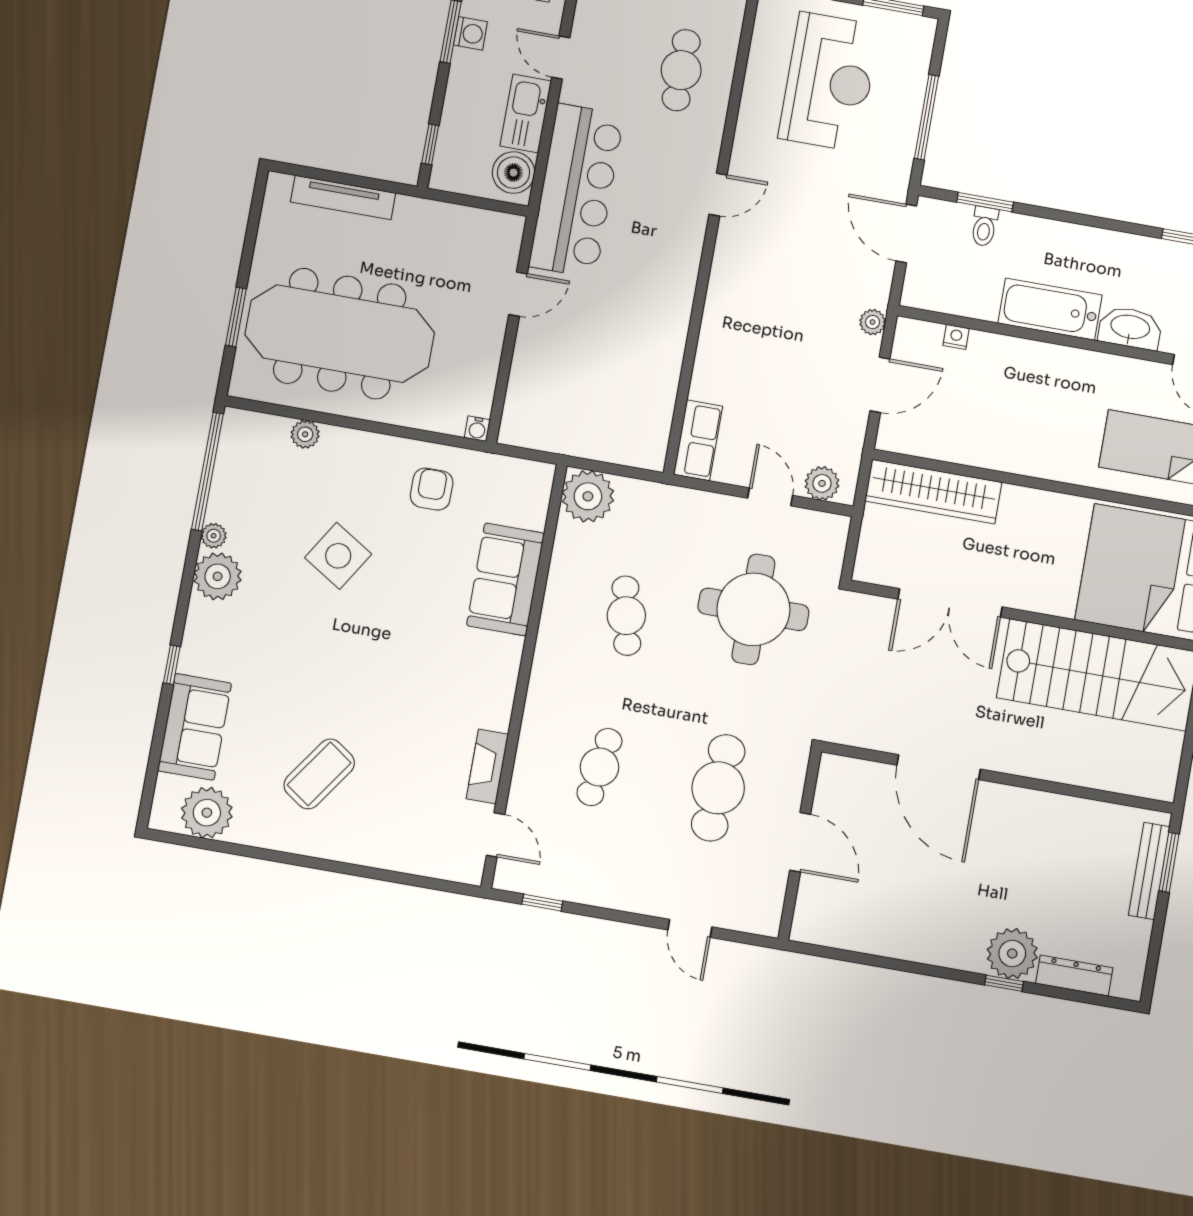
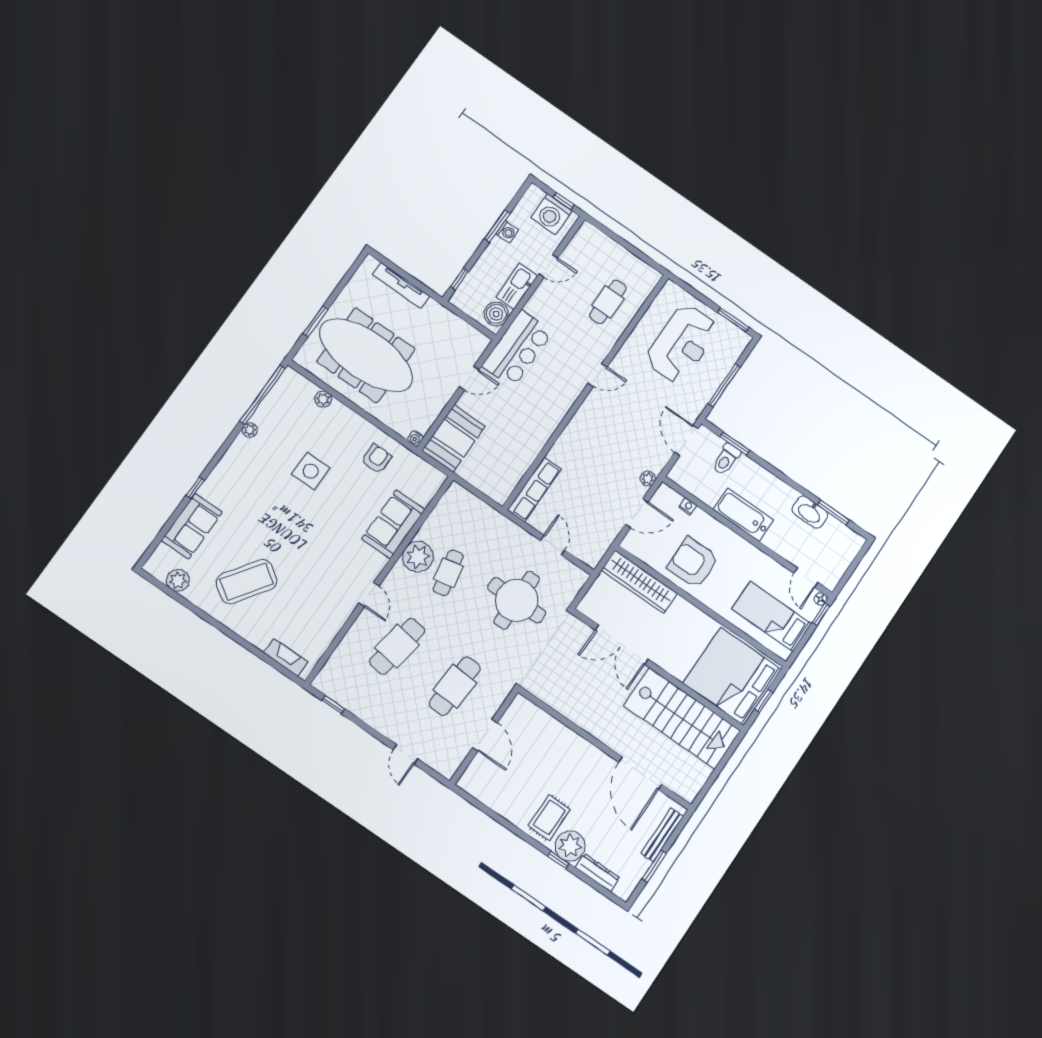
door: (561, 57) -> (548, 266), swing flipped
bar counter: (576, 191) -> (517, 349), width x0.73
toilet: (984, 226) -> (726, 459), width x1.37, depth x1.39
washbasin: (1130, 328) -> (810, 512), moved, turned 180
booth: (537, 401) -> (454, 438), added
armchair: (1005, 422) -> (693, 563), added
row of seats: (698, 440) -> (534, 489), width x1.48
plant: (822, 483) -> (583, 551), removed
plant: (588, 496) -> (418, 557), moved
side table: (338, 556) -> (311, 471), turned -32
plant: (218, 576) -> (242, 452), removed
fireplace: (487, 766) -> (286, 657), moved, turned 90
cafe table: (599, 767) -> (397, 646), width x1.37, depth x1.35
door: (939, 767) -> (640, 773), moved
coffee table: (319, 774) -> (247, 582), width x1.36, depth x1.32
plant: (207, 813) -> (178, 580), width x0.73, depth x0.73
door: (496, 835) -> (369, 594), moved
window: (1169, 862) -> (654, 866), moved
rug: (959, 925) -> (549, 818), added

